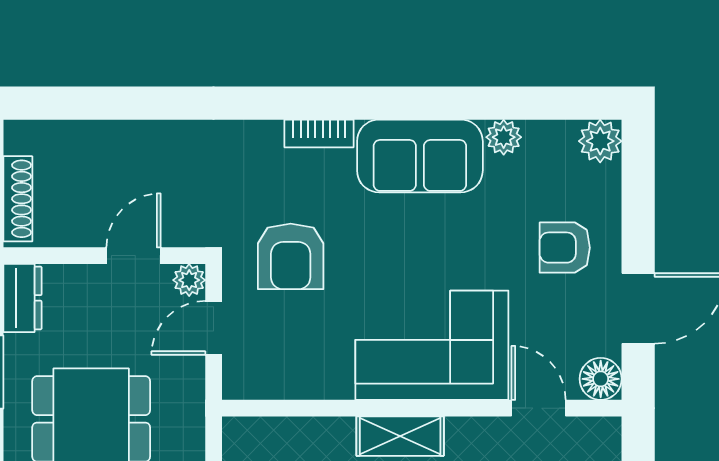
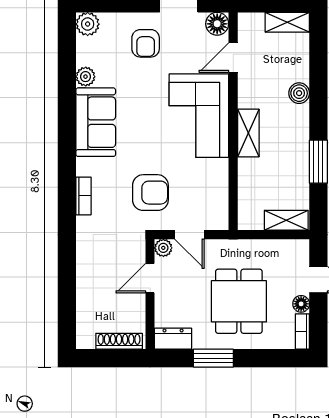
bookcase: (319, 133) -> (83, 196), moved
door: (134, 256) -> (150, 278), hinge flipped

